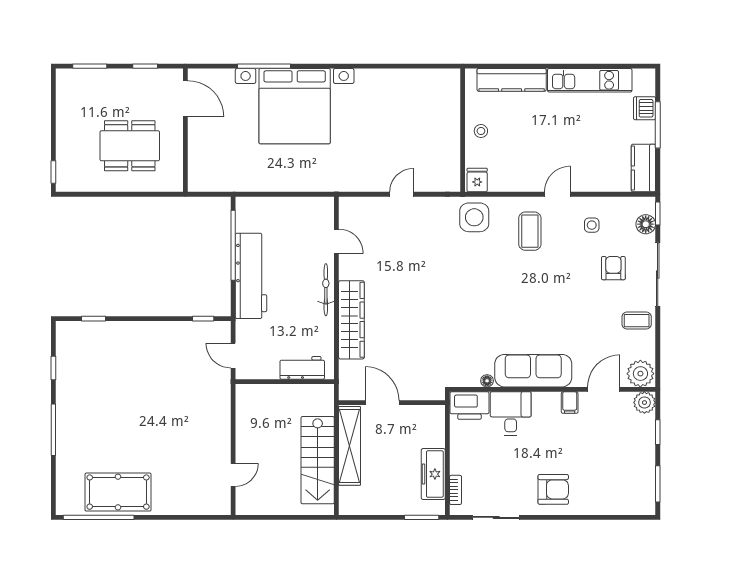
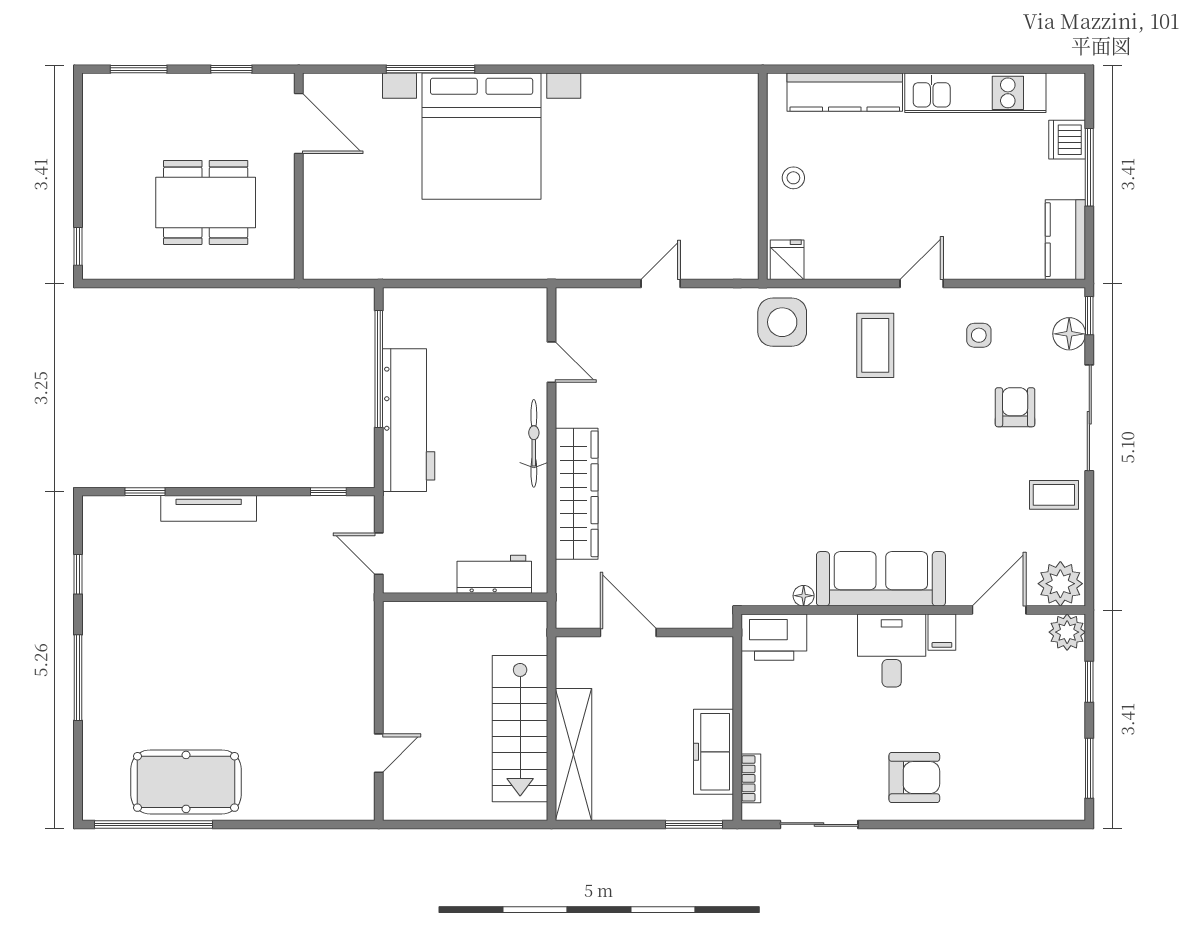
tv unit: (132, 329) -> (209, 508), added
desk: (511, 414) -> (892, 651), moved
shelving: (350, 446) -> (573, 754), moved

